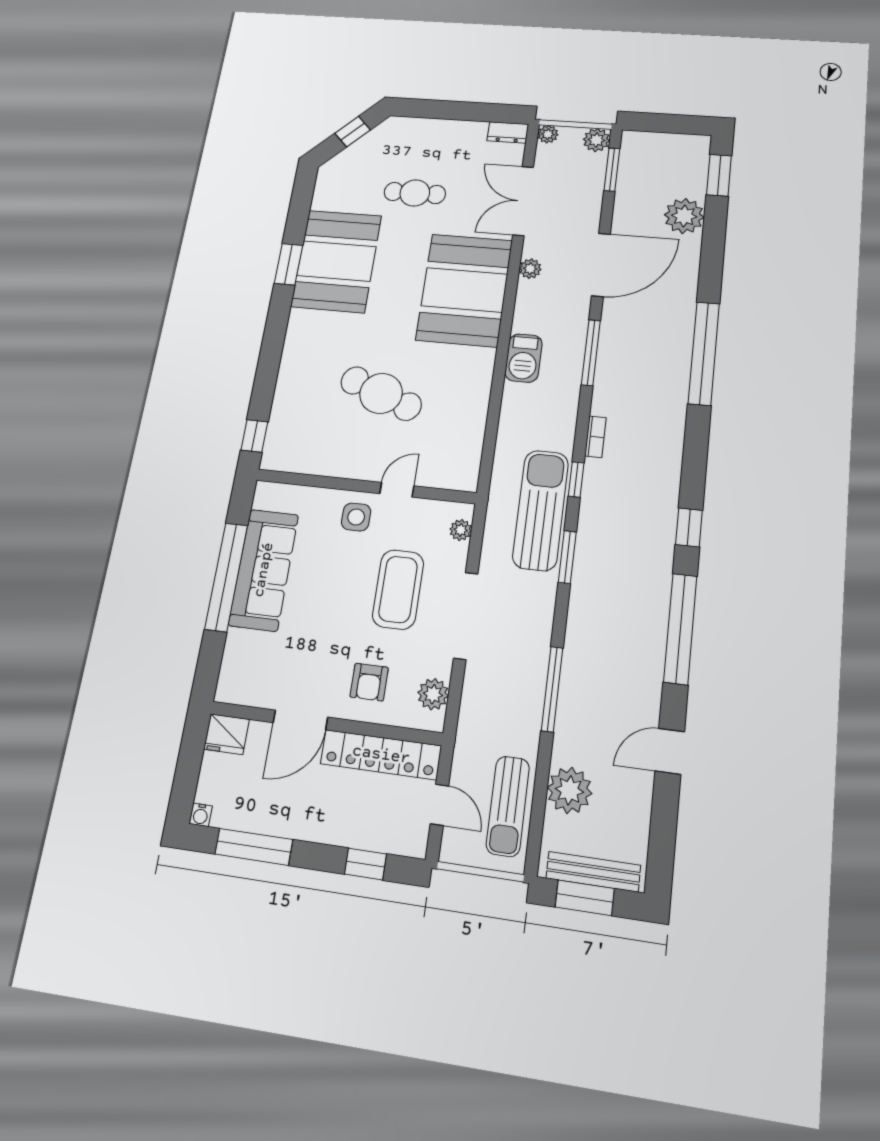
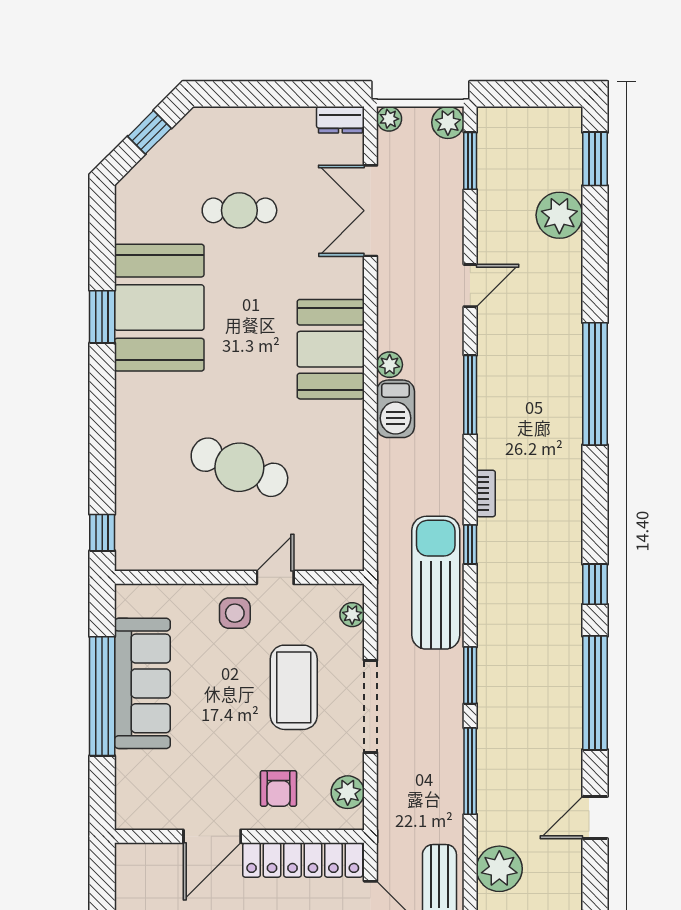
door: (601, 265) -> (470, 286), width x0.53
plant: (530, 269) -> (390, 365), moved
booth: (464, 290) -> (331, 349), width x0.73, depth x0.70
window: (567, 557) -> (470, 675), moved
fridge: (226, 734) -> (136, 861), removed

